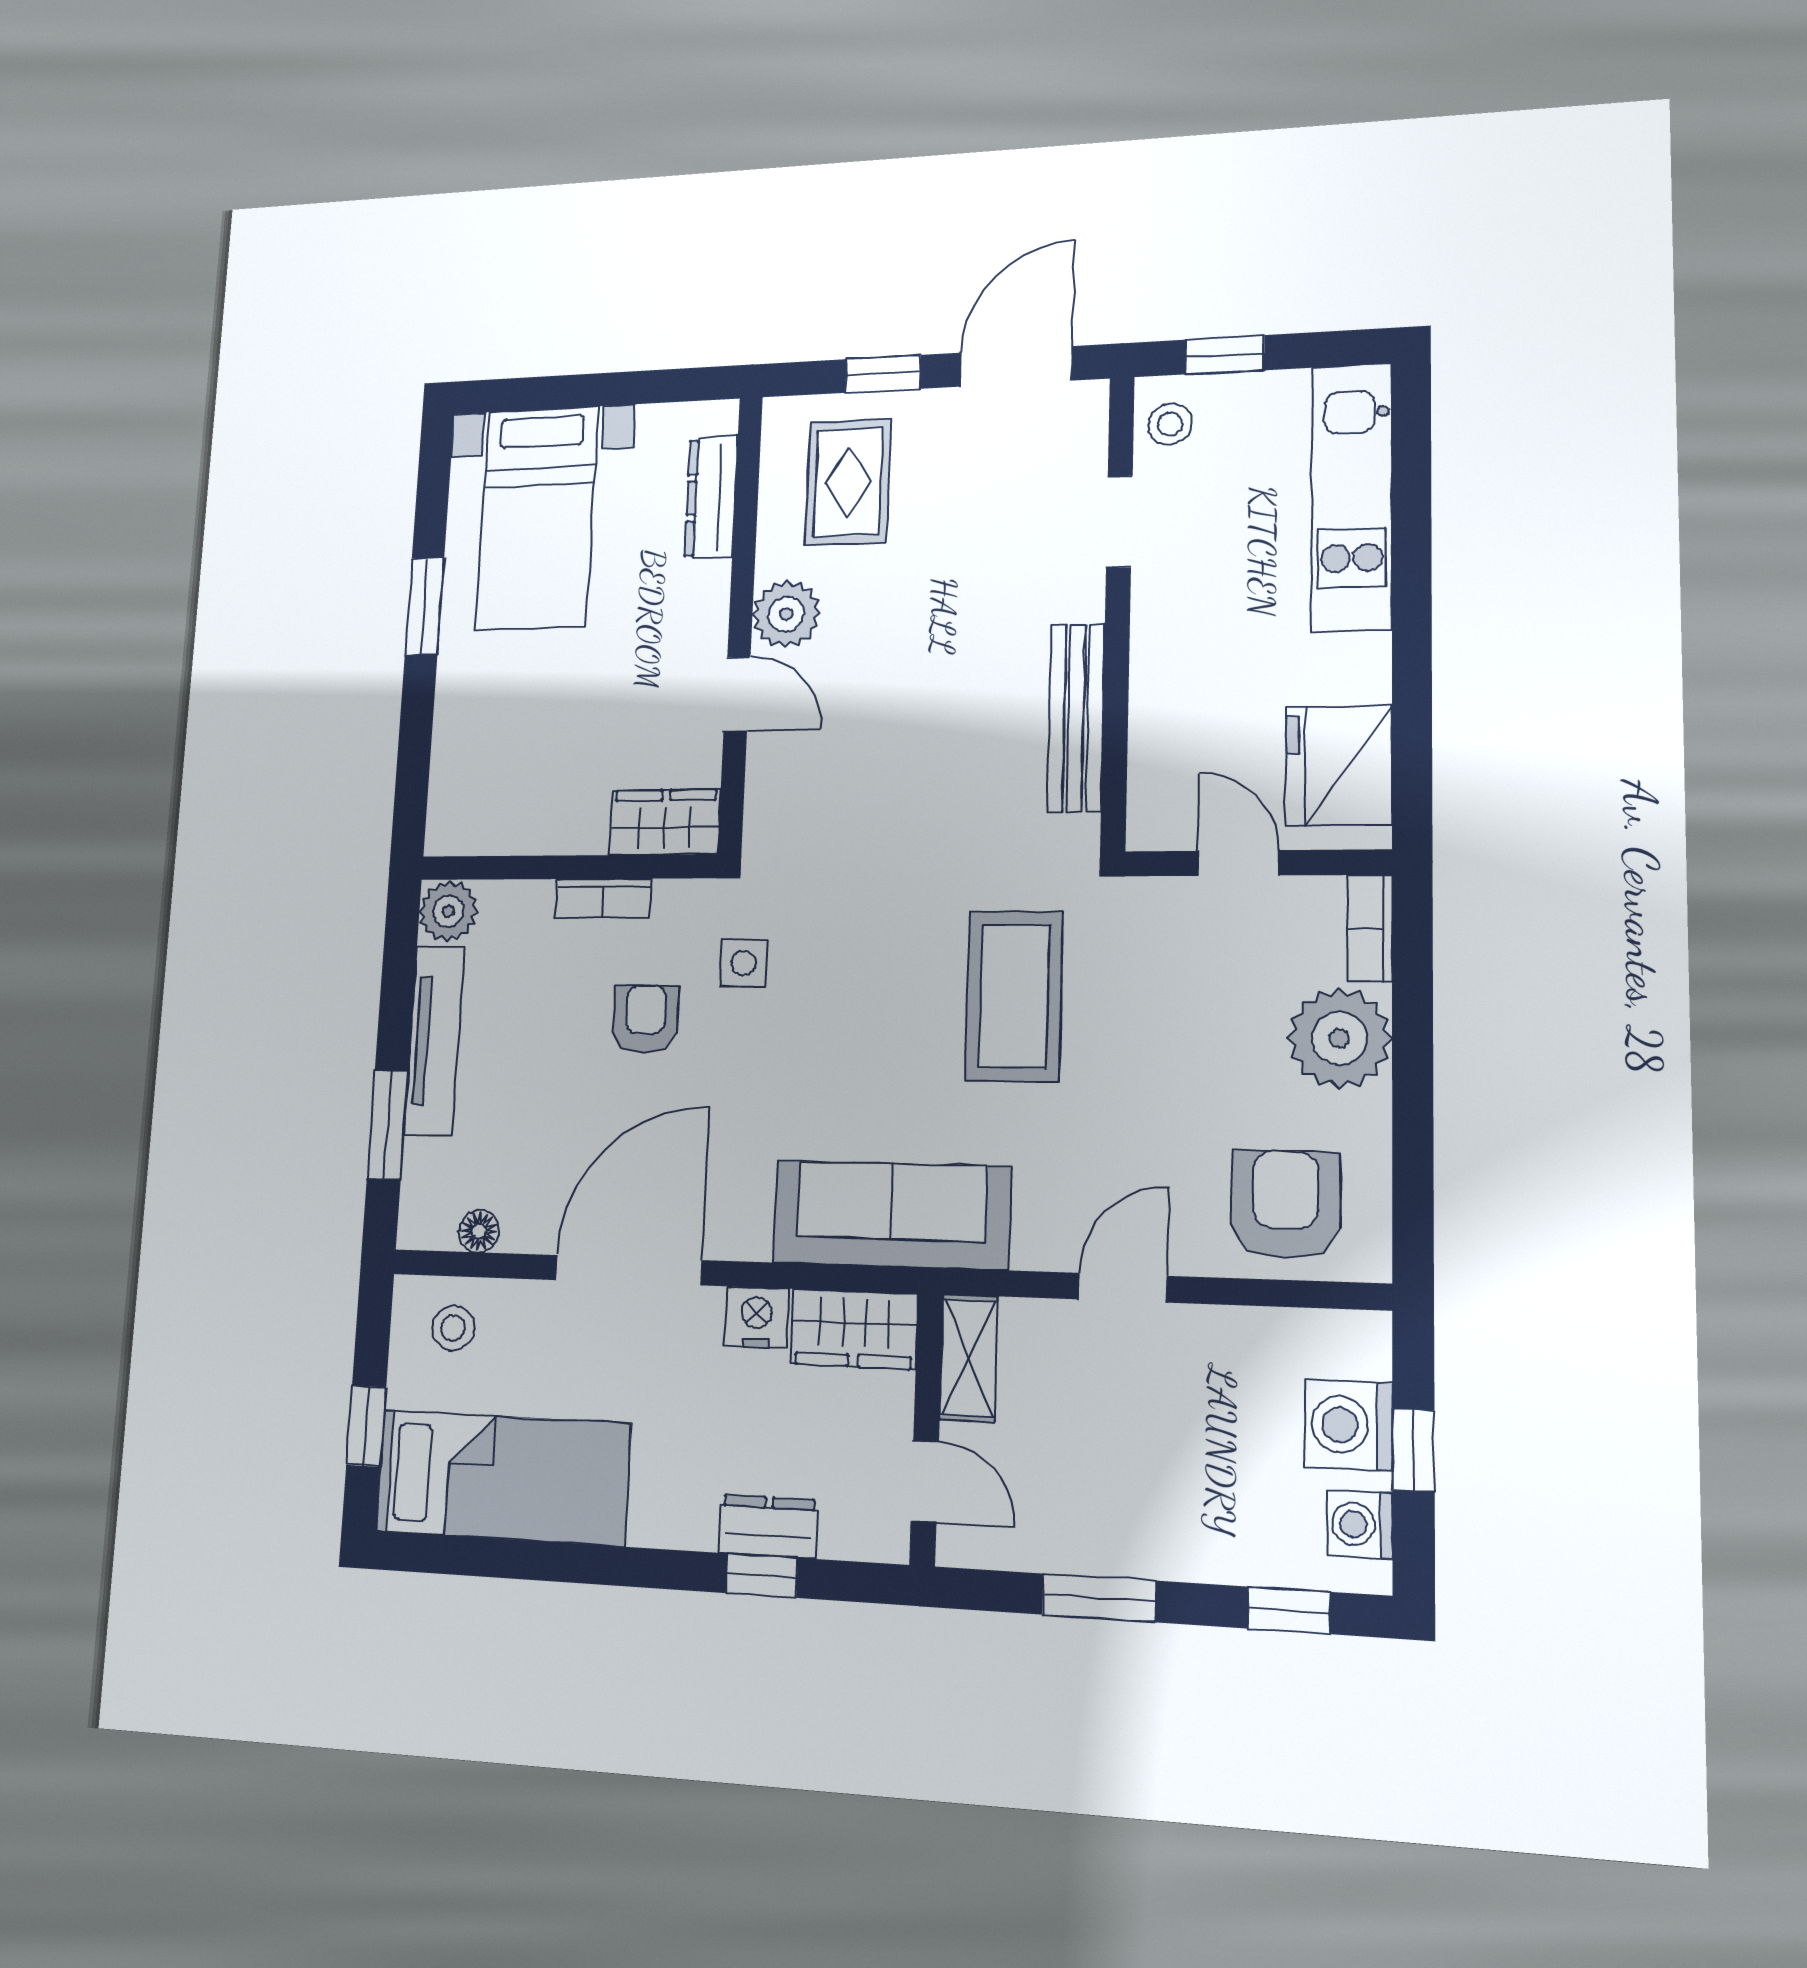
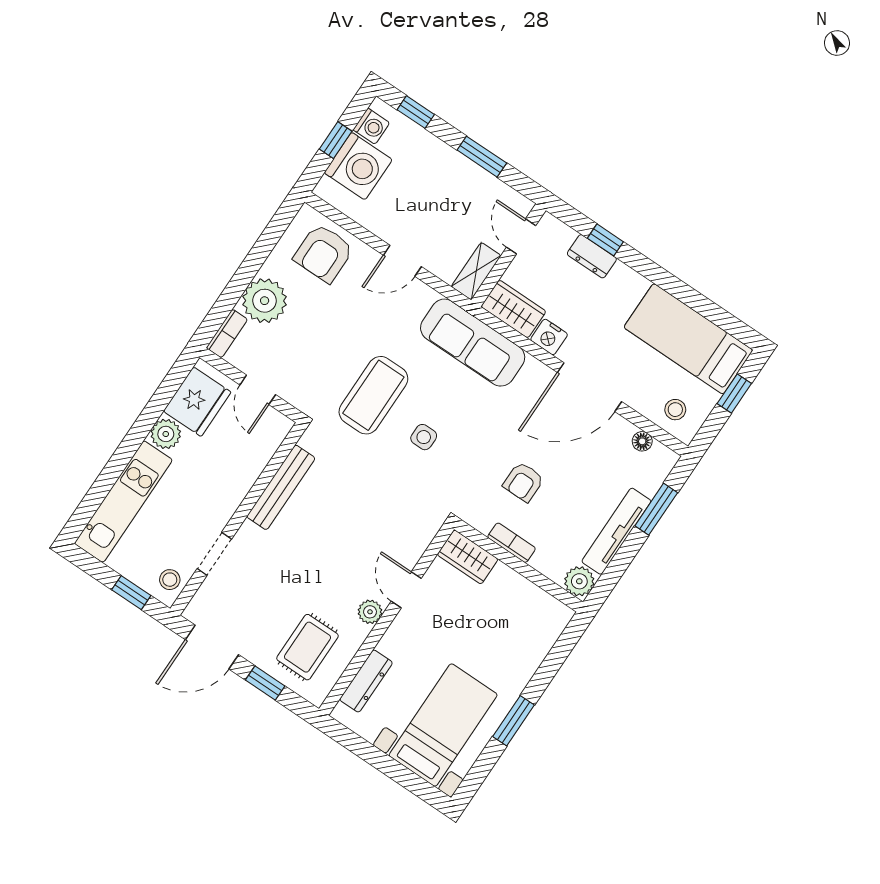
plant: (786, 614) -> (370, 612), width x0.73, depth x0.73
plant: (1357, 668) -> (166, 434), added
side table: (743, 963) -> (424, 437), moved
washing machine: (1348, 1425) -> (358, 166), width x1.37, depth x1.37

